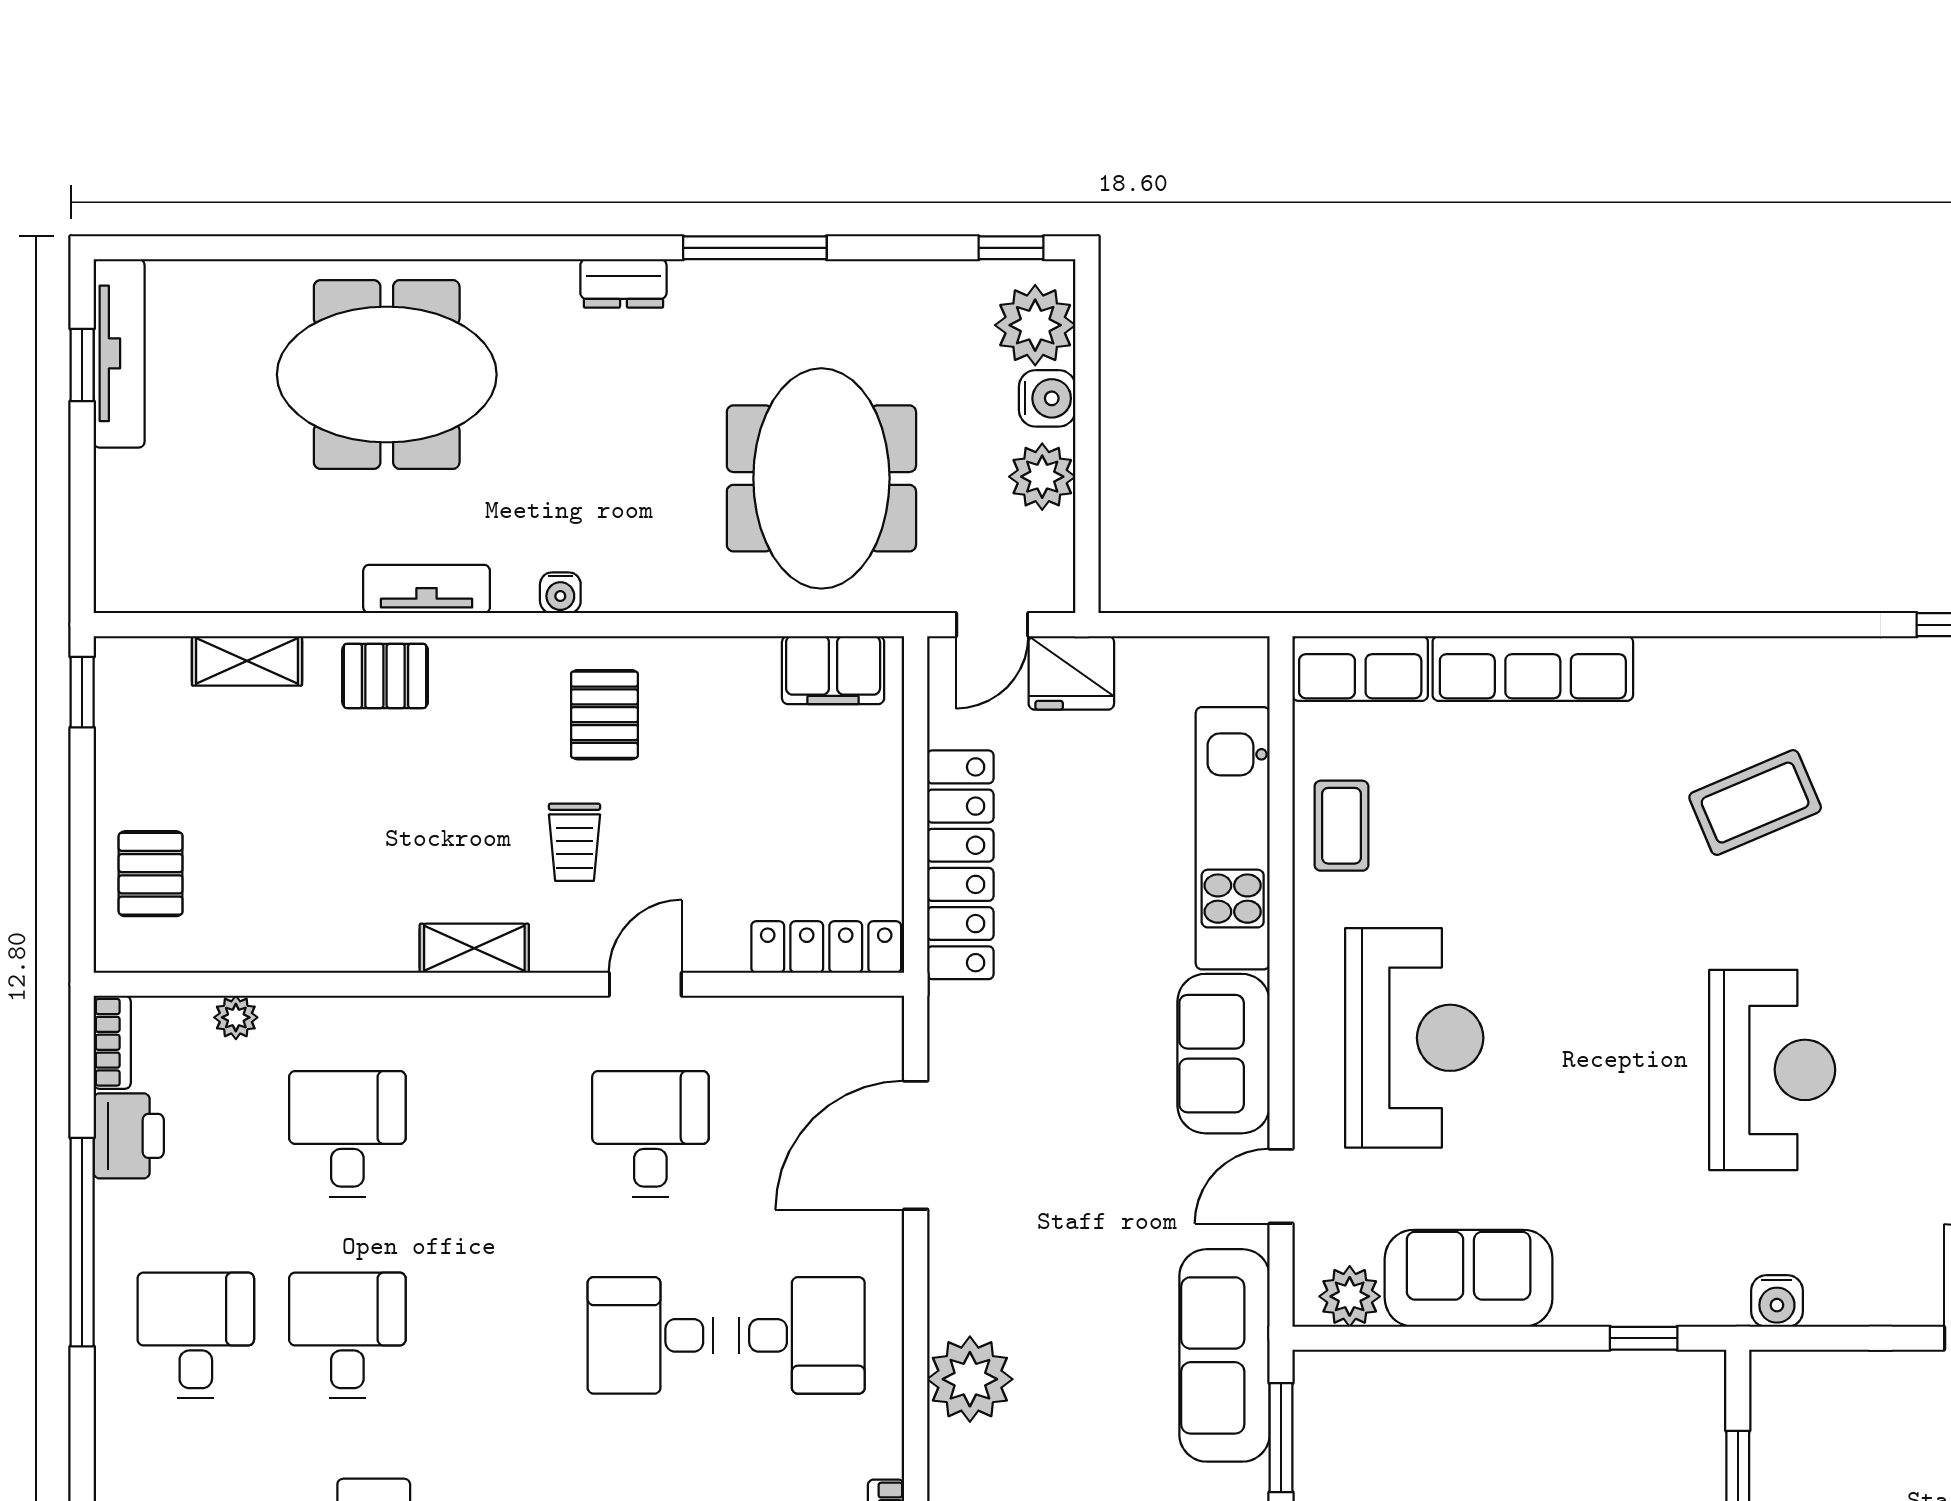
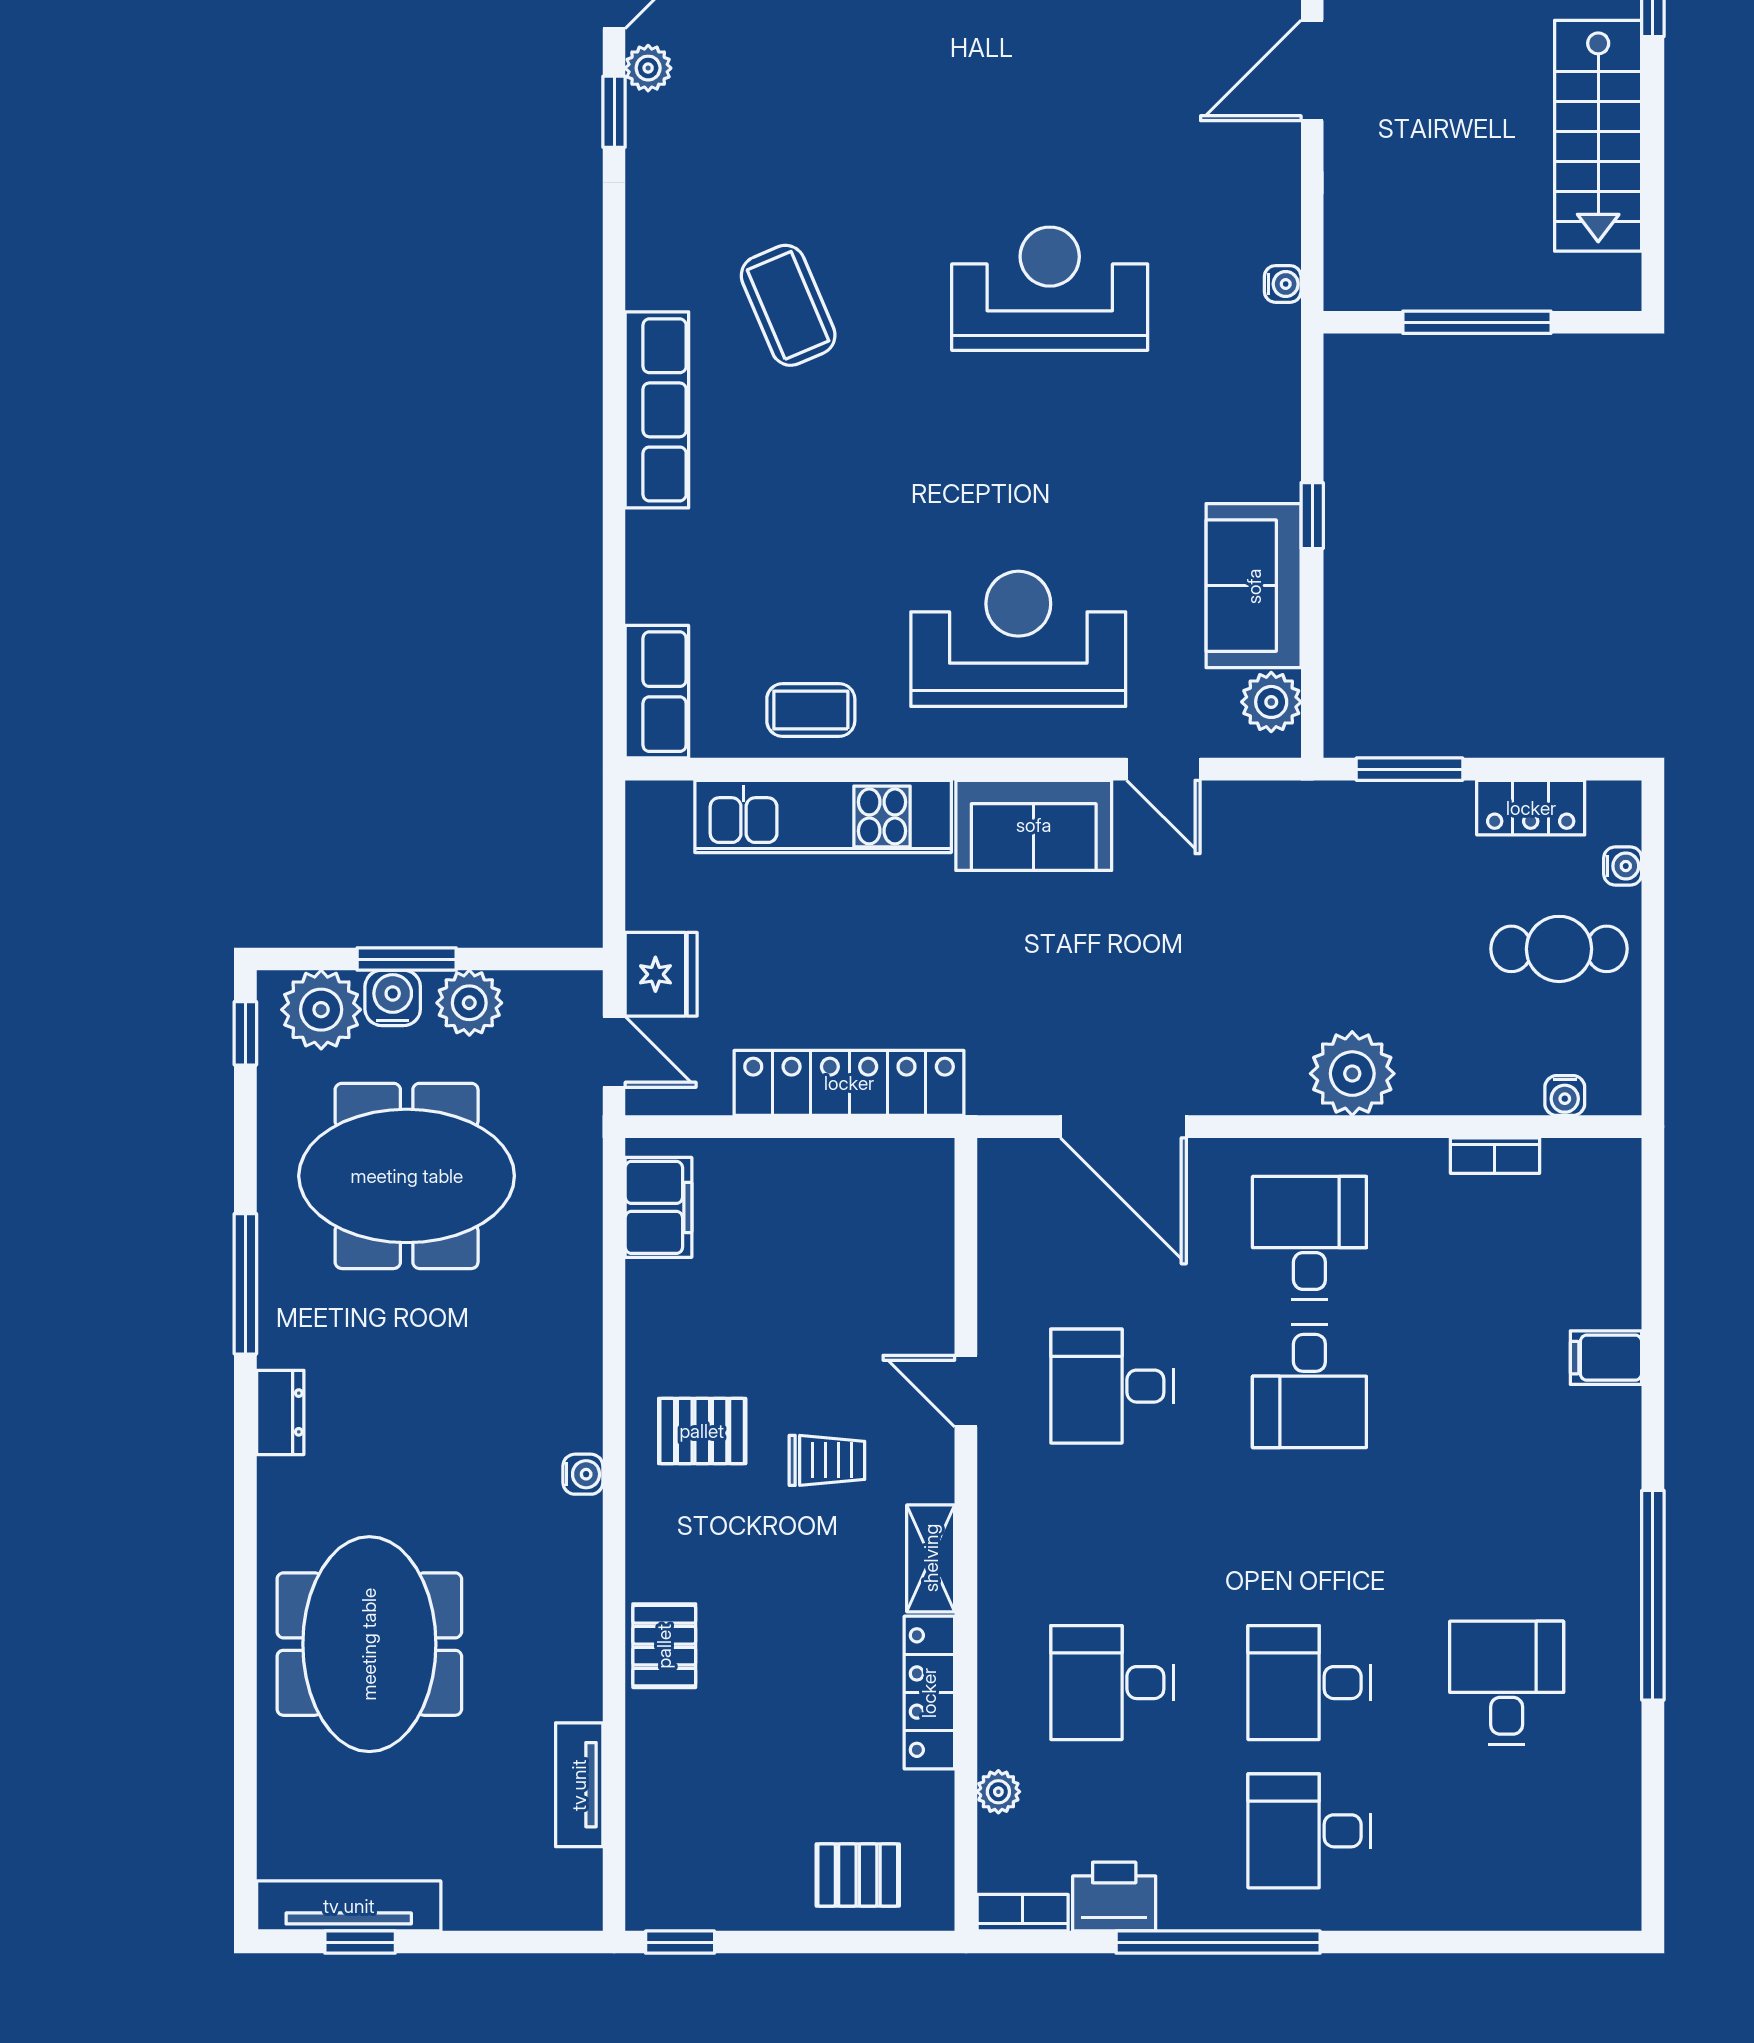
window: (1087, 413) -> (407, 959), added
meeting table: (821, 478) -> (407, 1176), moved
tv unit: (427, 589) -> (579, 1785), moved
shelving: (247, 661) -> (649, 1781), removed
row of seats: (1533, 668) -> (657, 410), moved
locker: (826, 947) -> (929, 1693), moved
water cooler: (1777, 1301) -> (1283, 284), width x0.72, depth x0.72
window: (1644, 1338) -> (1312, 516), moved
sofa: (1224, 1355) -> (1329, 824), removed

